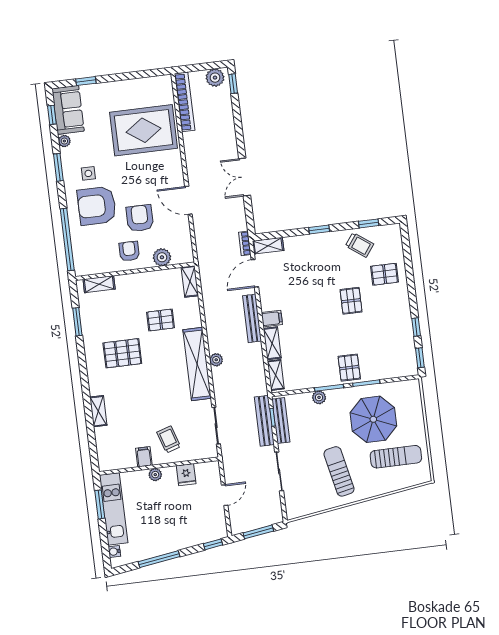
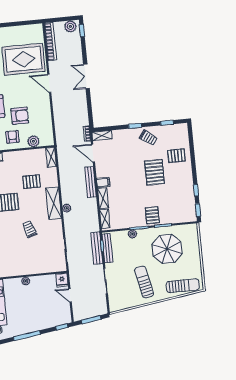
double door: (245, 177) -> (86, 76), moved
door: (188, 200) -> (49, 83), moved
armchair: (140, 218) -> (20, 116), turned 90
trolley: (360, 245) -> (148, 138), moved
door: (255, 273) -> (93, 153), hinge flipped
pallet: (351, 301) -> (154, 172), width x1.50, depth x1.42
shelving: (197, 364) -> (54, 203), width x0.68
trolley: (169, 439) -> (29, 229), moved
filing cabinet: (144, 457) -> (19, 269), removed
sun lounger: (396, 457) -> (183, 286), moved
fridge: (186, 475) -> (62, 280), moved
door: (225, 495) -> (70, 295), swing flipped

